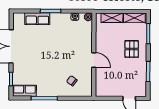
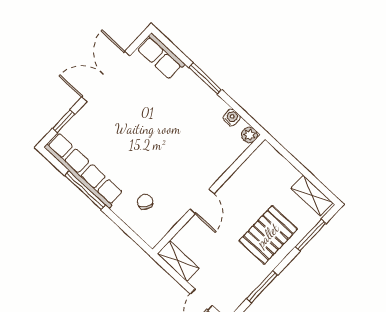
shelving: (112, 18) -> (178, 261), moved
row of seats: (37, 19) -> (161, 56), moved
pallet: (132, 49) -> (268, 235), width x1.50, depth x1.42
row of seats: (24, 91) -> (84, 170), width x2.02

